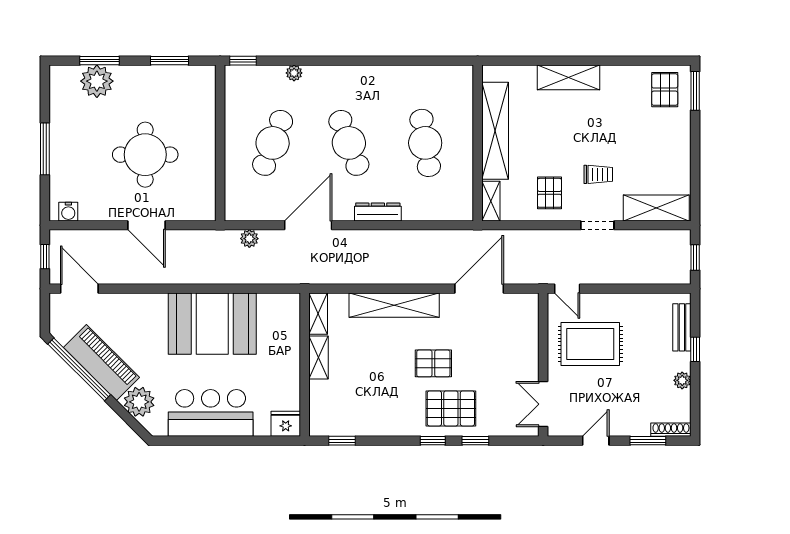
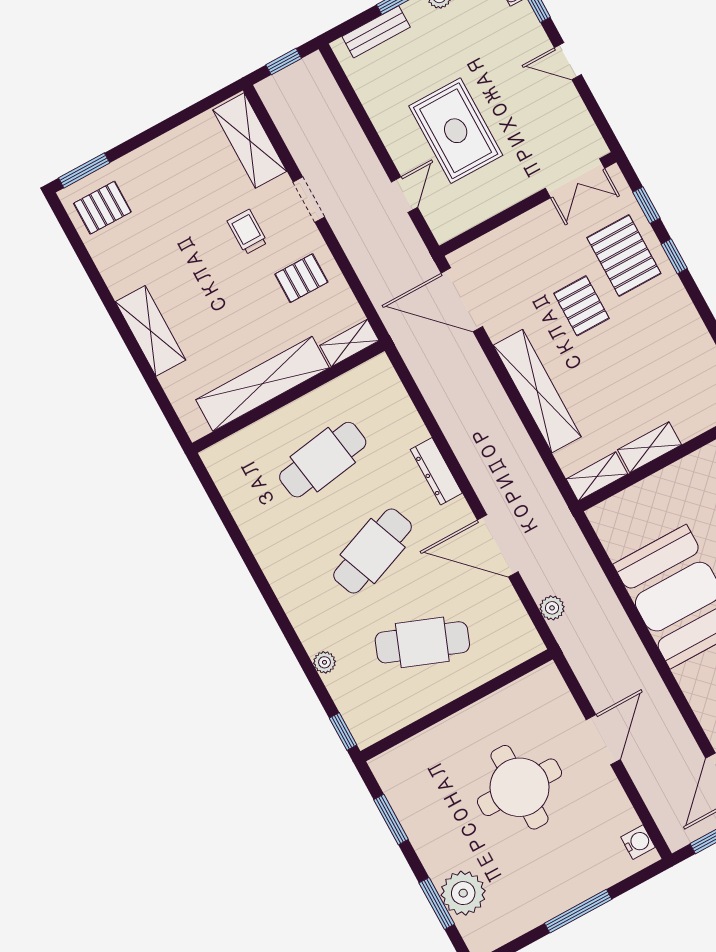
wall: (543, 365) -> (528, 204), moved
double door: (543, 404) -> (575, 178), moved

